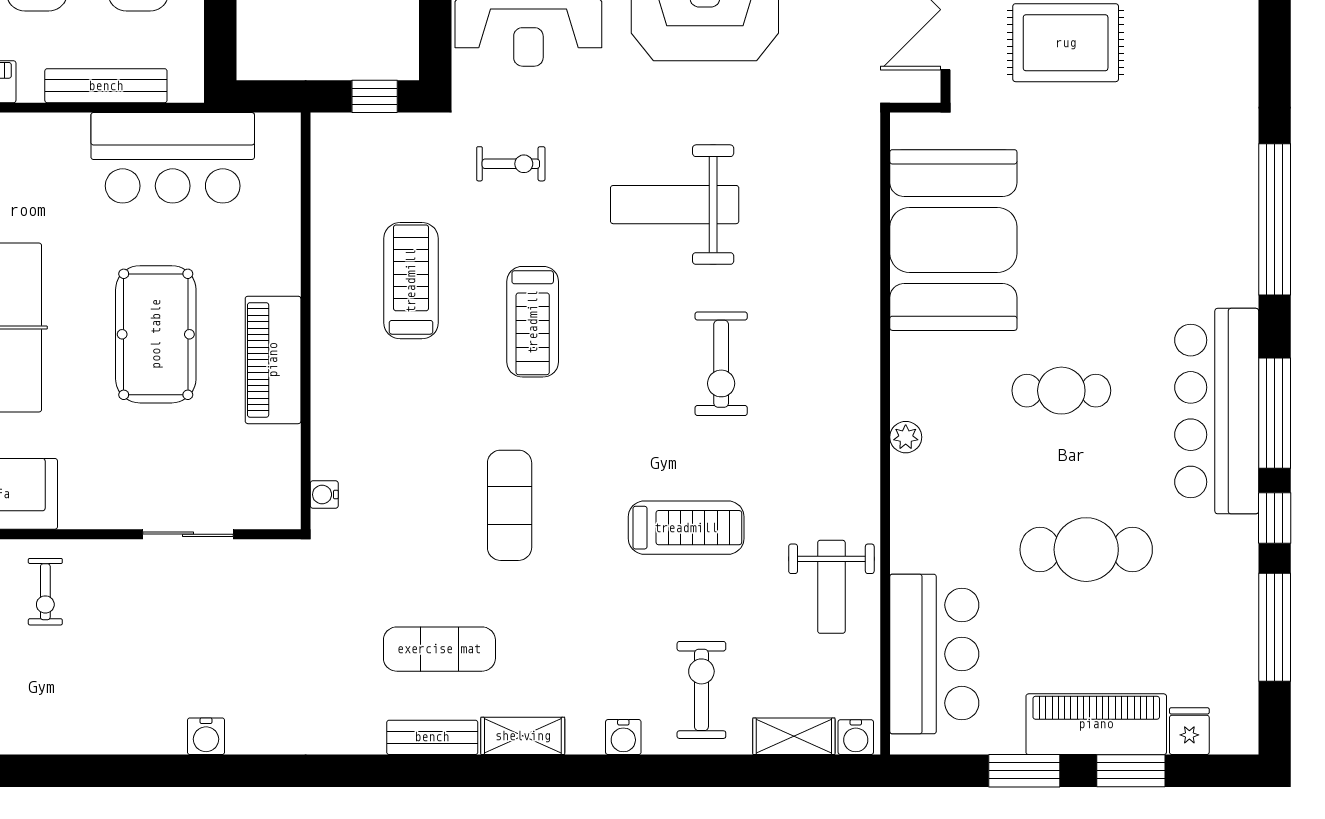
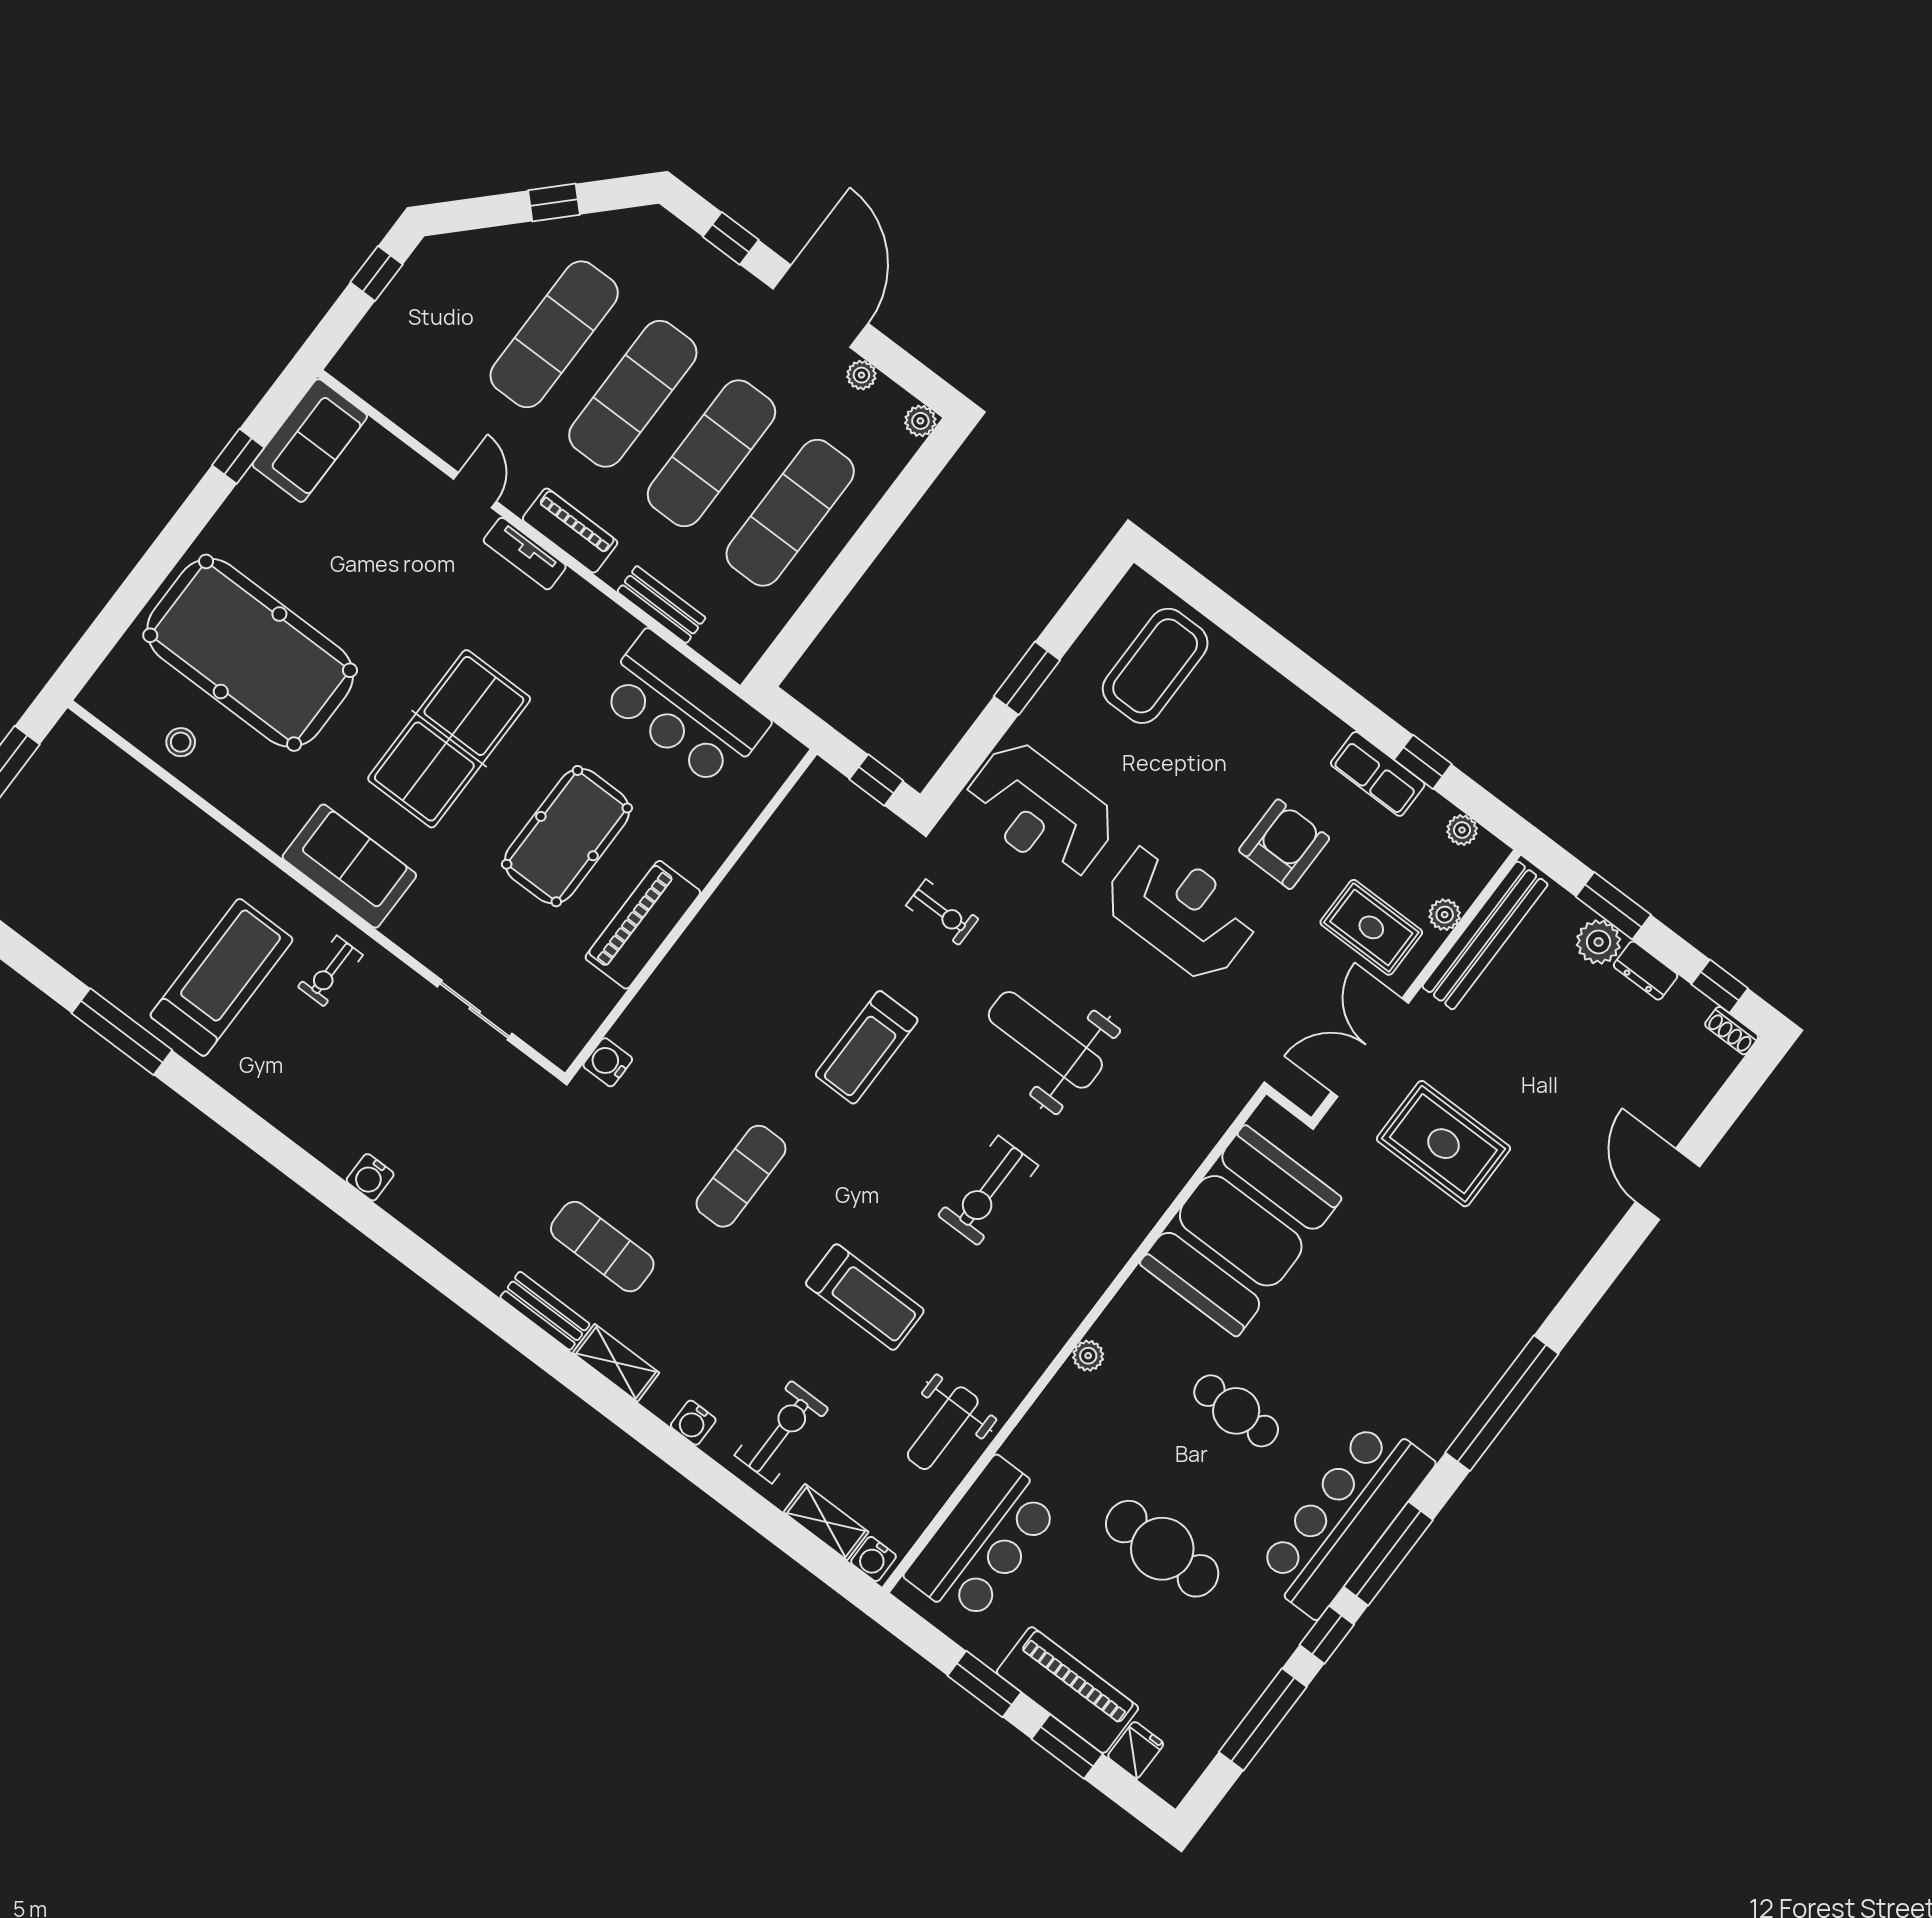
bench: (106, 86) -> (661, 605), width x0.73
treadmill: (411, 281) -> (796, 944), removed
water cooler: (324, 495) -> (608, 1062), width x1.38, depth x1.38

